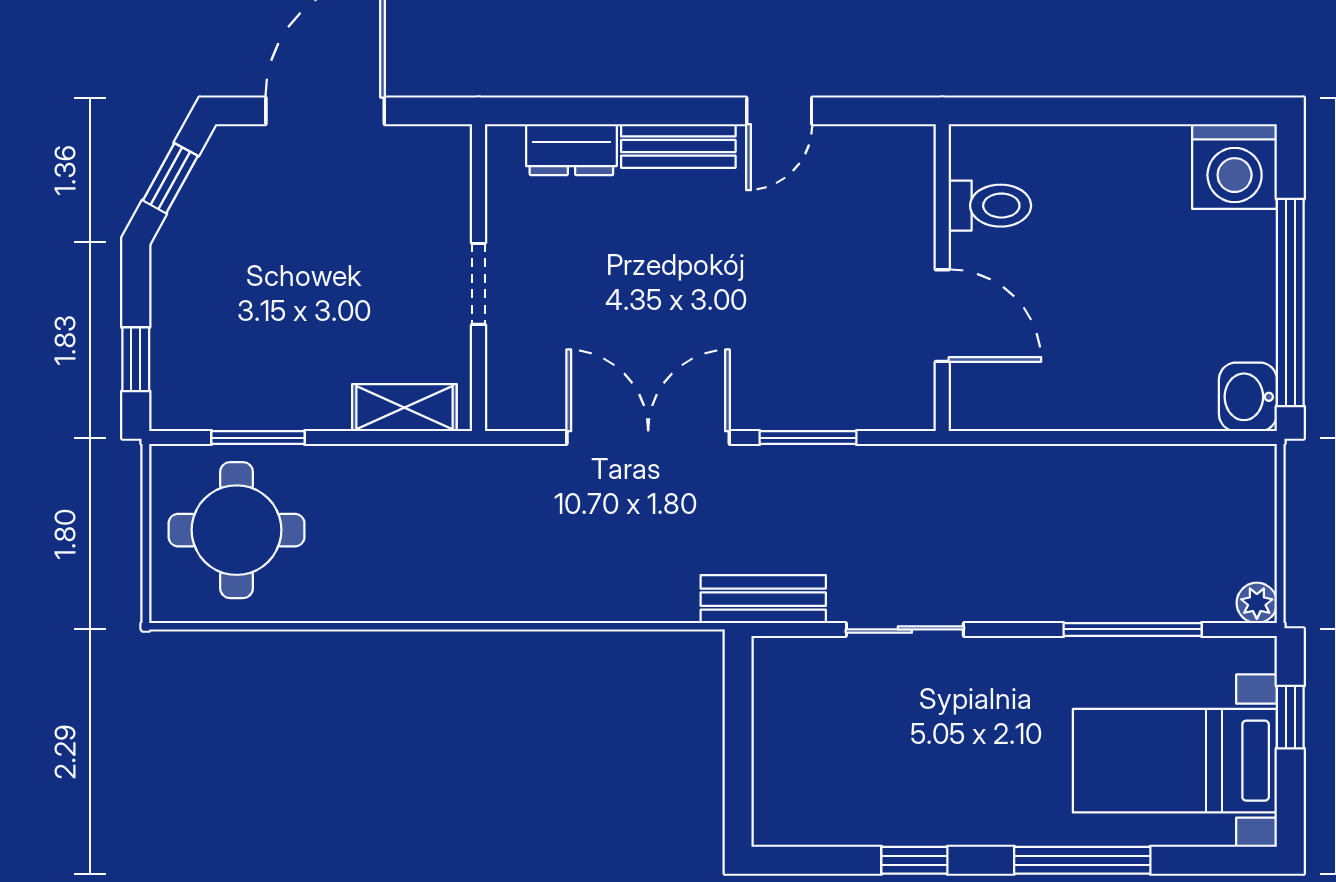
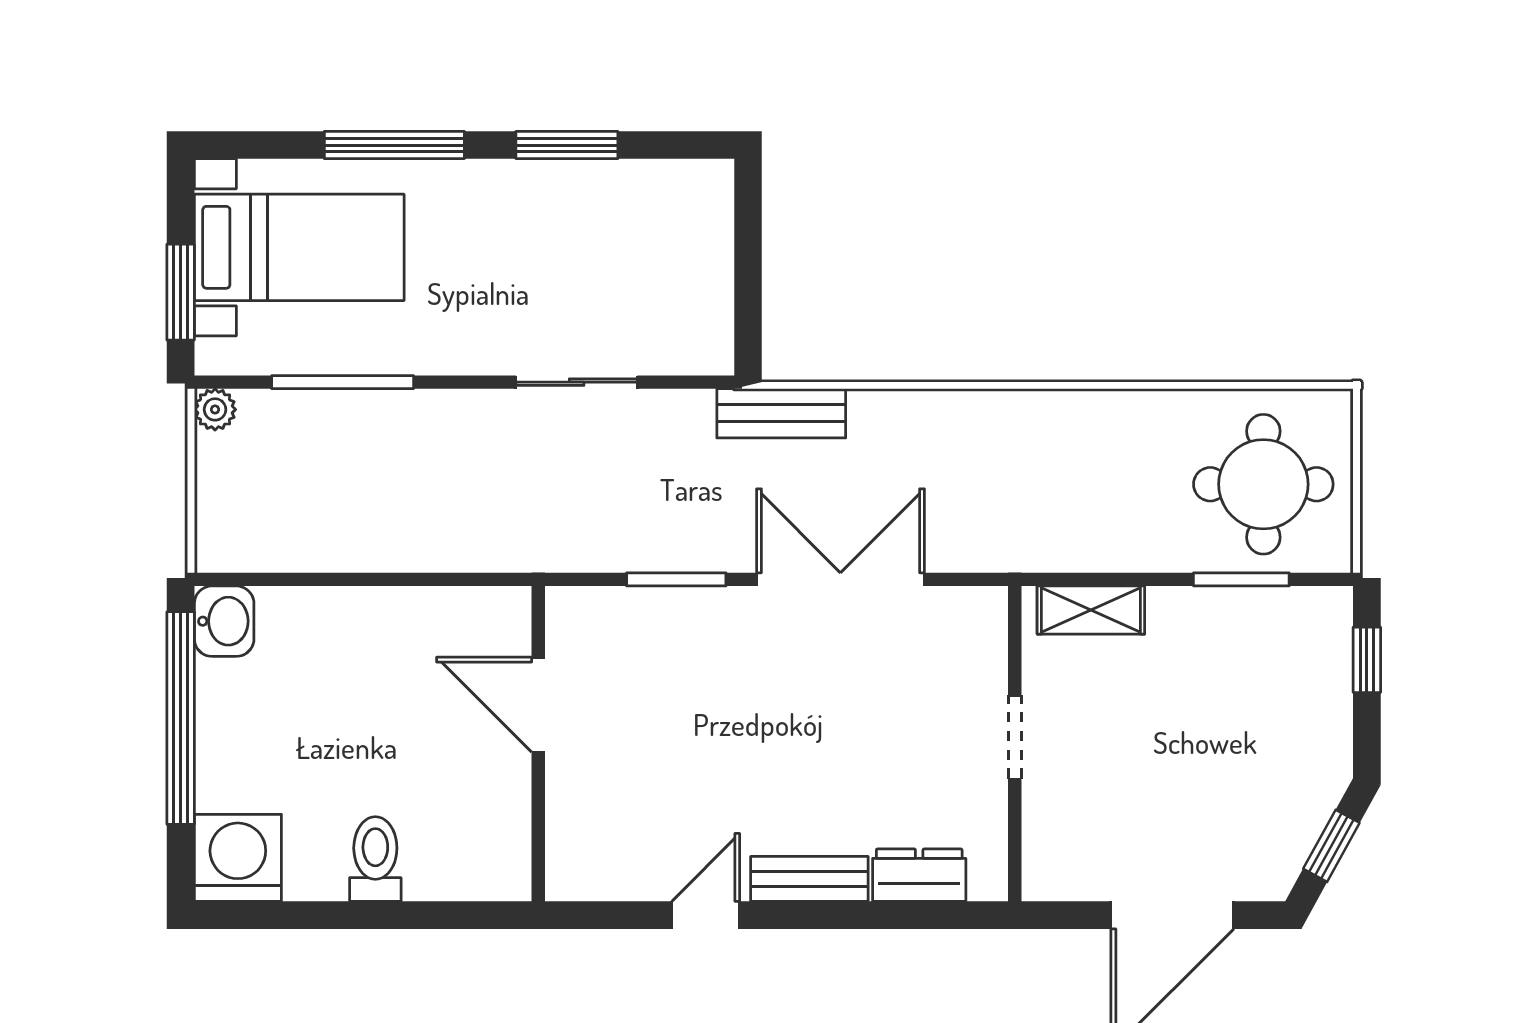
toilet: (990, 206) -> (375, 859), moved, turned 90
double door: (648, 438) -> (840, 579), swing flipped
bench: (763, 599) -> (781, 413), moved
window: (1290, 717) -> (181, 292), width x1.50
window: (914, 860) -> (567, 145), width x1.50

